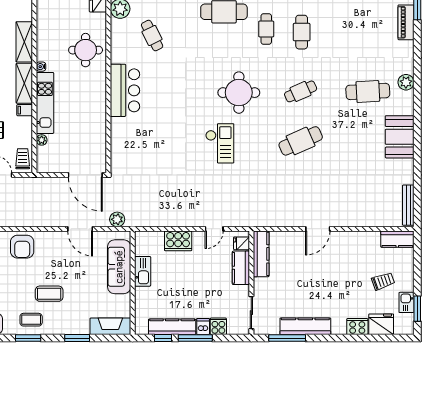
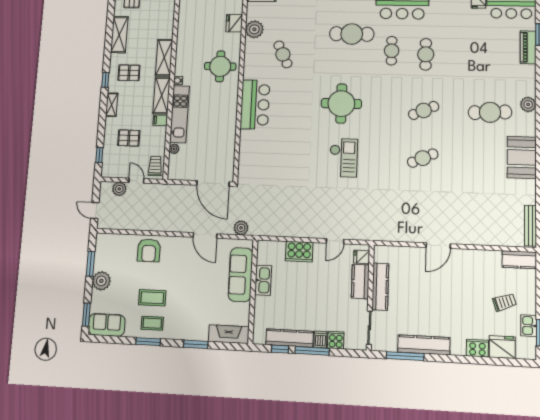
round table: (239, 93) -> (341, 104), moved
cafe table: (301, 141) -> (423, 158), width x0.73, depth x0.74
kitchen counter: (261, 254) -> (380, 287), moved
coffee table: (49, 294) -> (152, 298), moved

